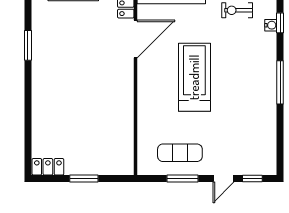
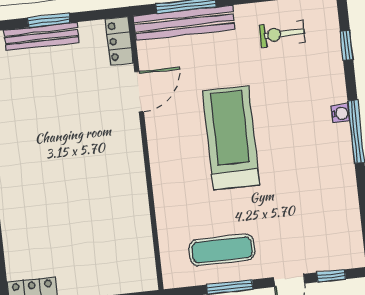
water cooler: (271, 25) -> (340, 113), moved
door: (135, 39) -> (139, 92), width x0.73

